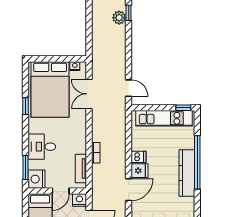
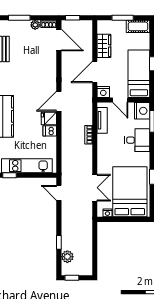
window: (129, 13) -> (59, 242), moved
door: (61, 191) -> (120, 100), swing flipped

